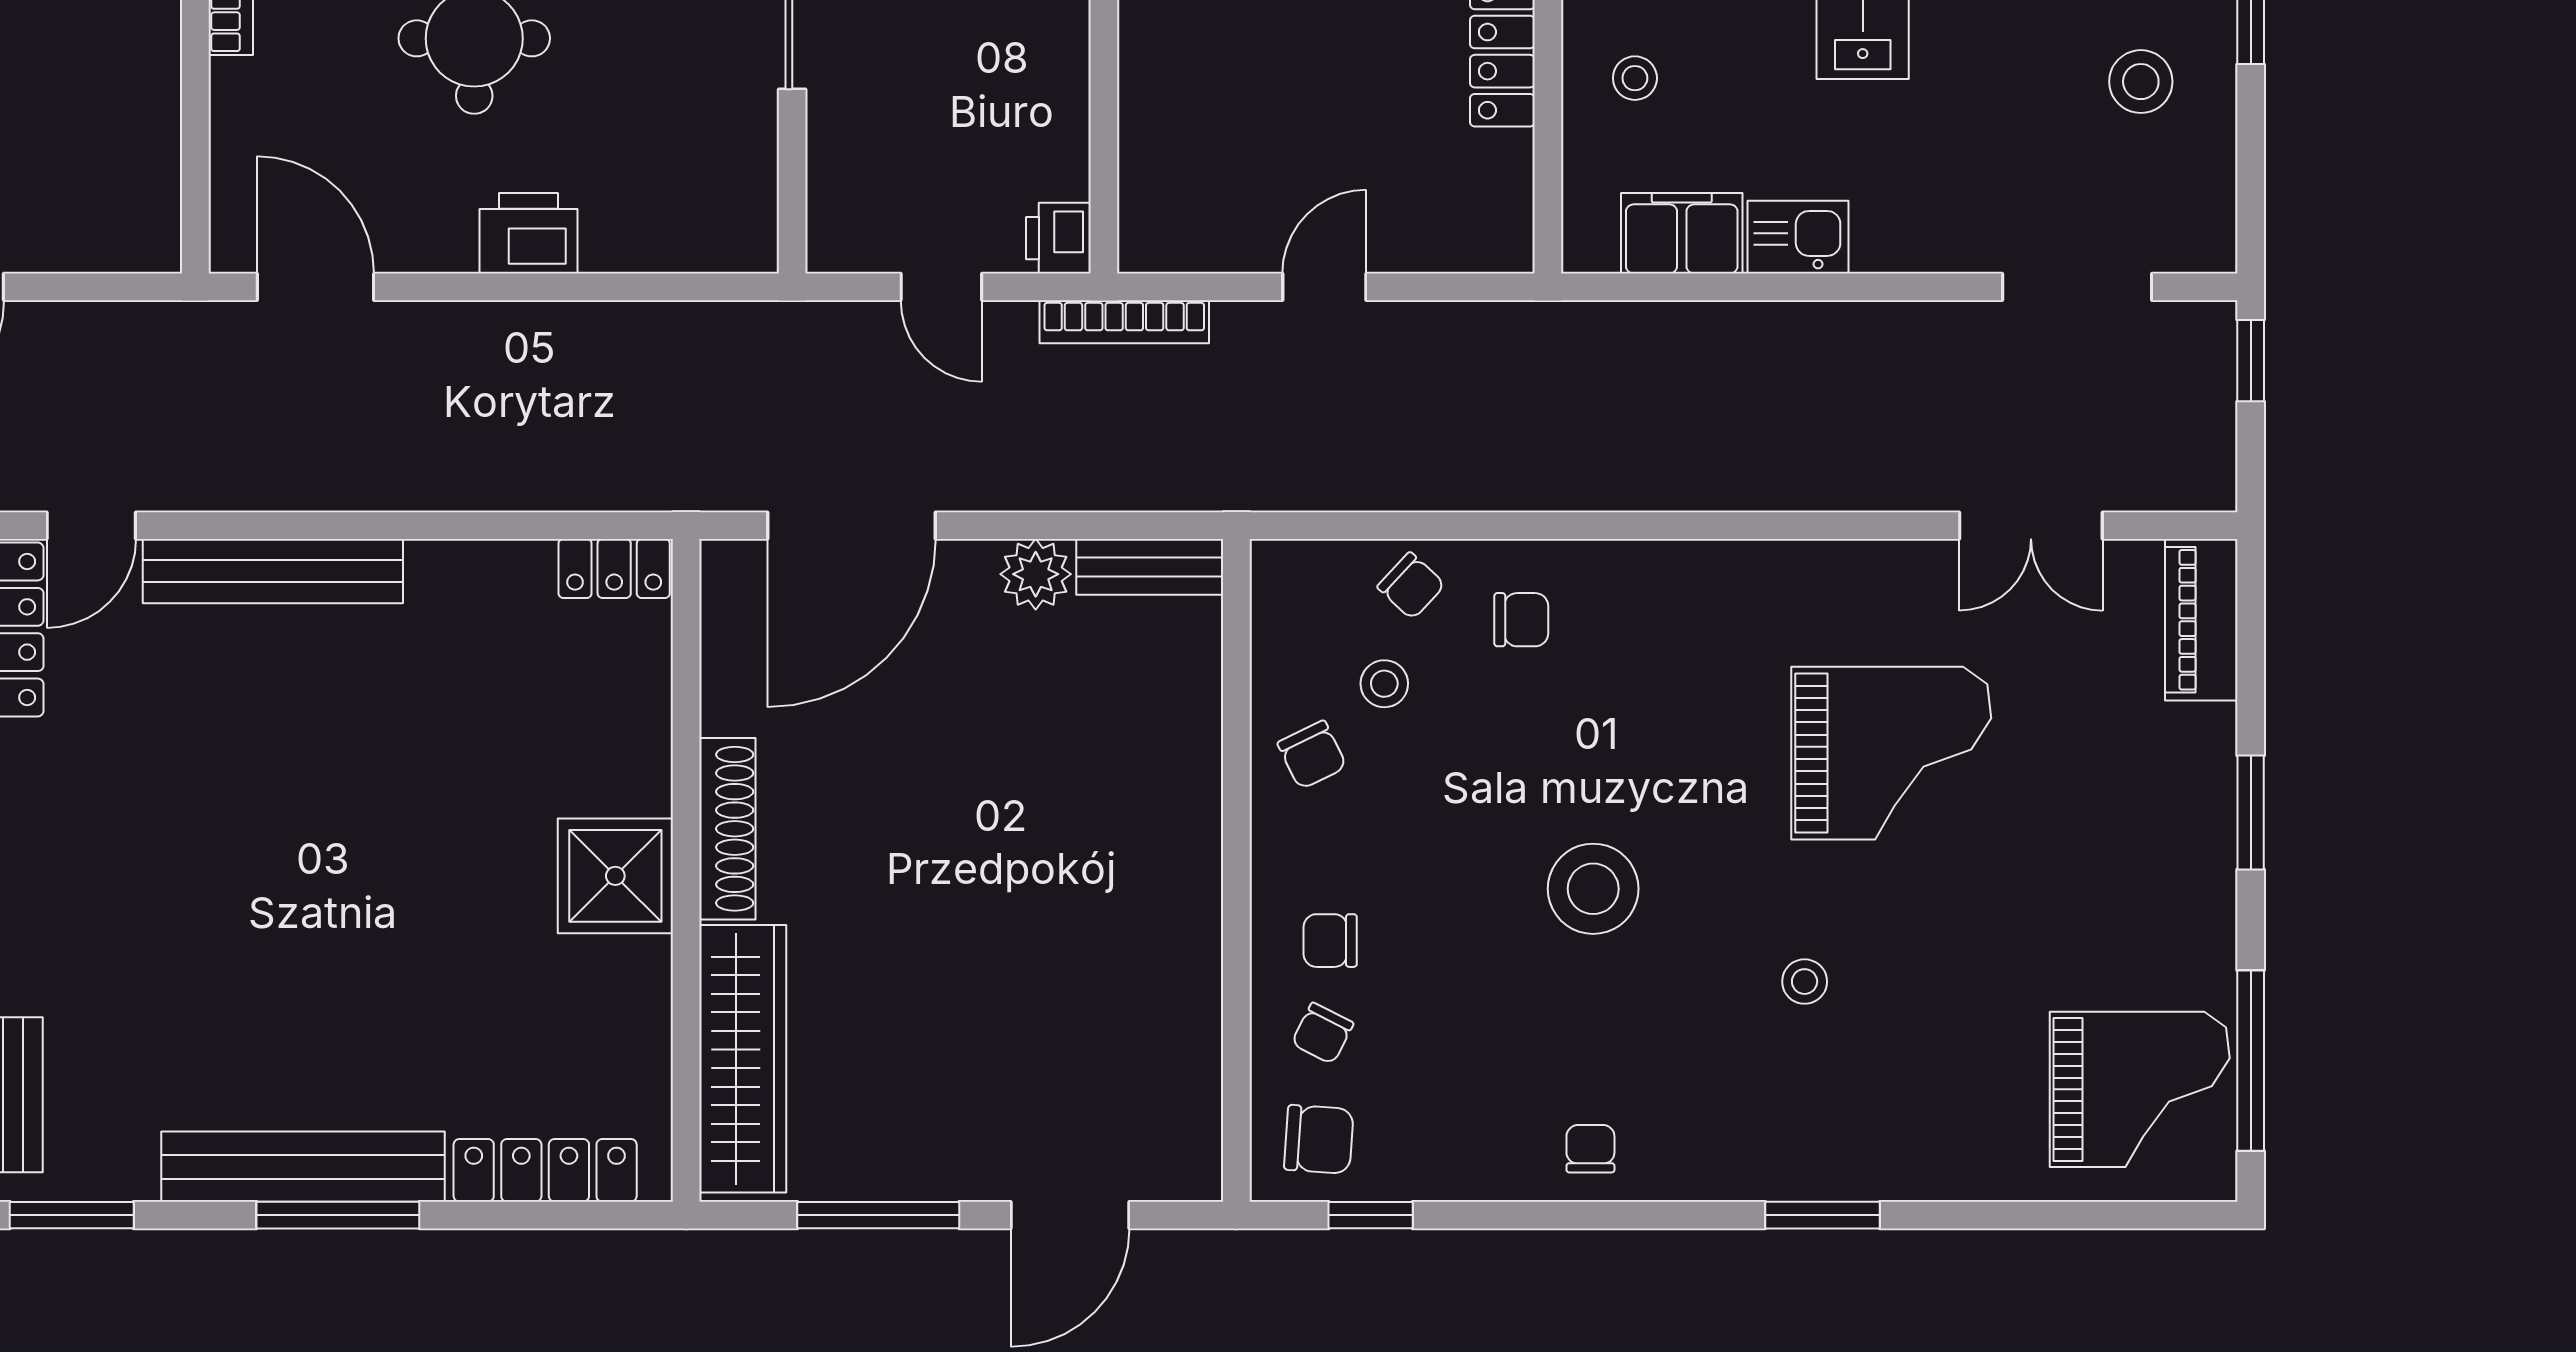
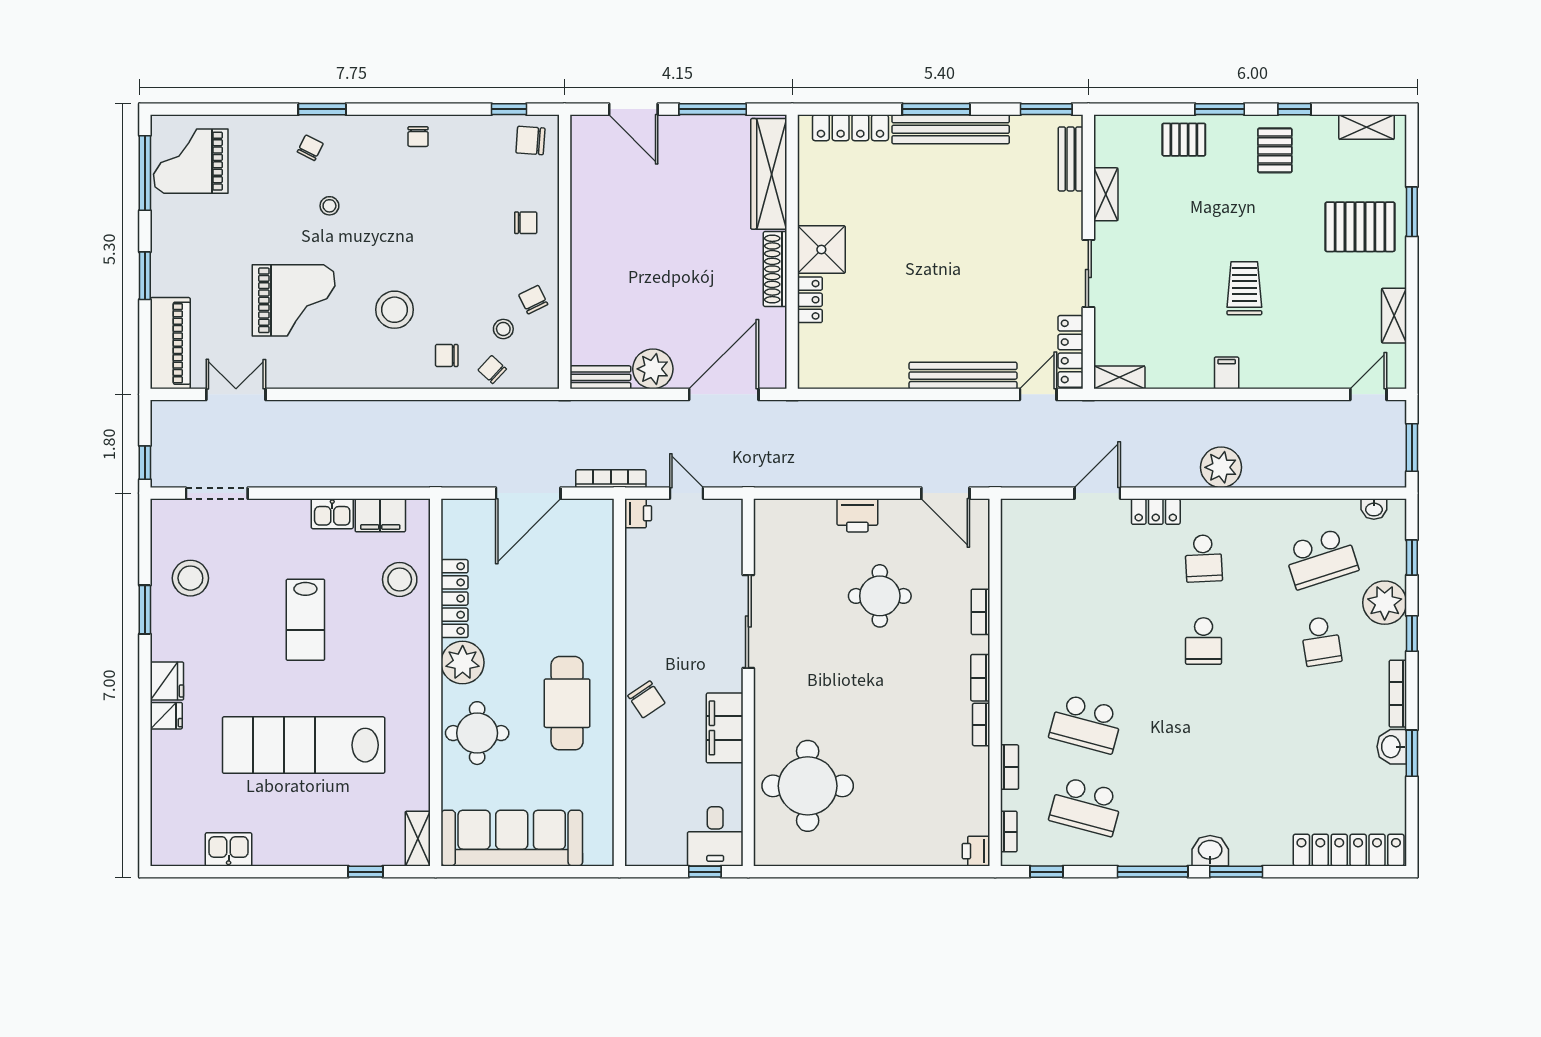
stool: (1635, 78) -> (400, 579), width x1.89, depth x1.89
stool: (2141, 82) -> (190, 578), width x1.38, depth x1.38
door: (1324, 287) -> (528, 493), width x1.88
locker: (614, 568) -> (810, 300), moved, turned 90
plant: (1036, 574) -> (653, 369), width x1.36, depth x1.36
piano: (2201, 620) -> (170, 343), width x1.37, depth x1.33
grand piano: (1891, 753) -> (294, 300), turned 180
stool: (1593, 889) -> (395, 310), moved
chair: (1322, 1033) -> (310, 148), moved
door: (1070, 1215) -> (633, 109), swing flipped

